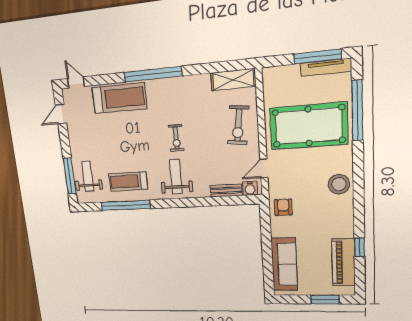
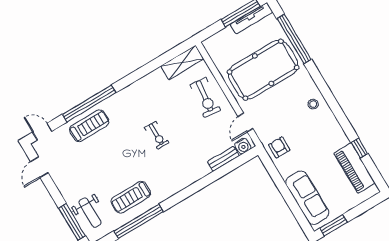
window: (153, 74) -> (89, 104), moved
treadmill: (119, 98) -> (89, 126), width x0.73, depth x0.73
weight bench: (88, 176) -> (90, 213), turned 180
weight bench: (176, 177) -> (173, 170), removed
stool: (339, 184) -> (313, 104), width x0.53, depth x0.53
window: (325, 300) -> (333, 225), moved

